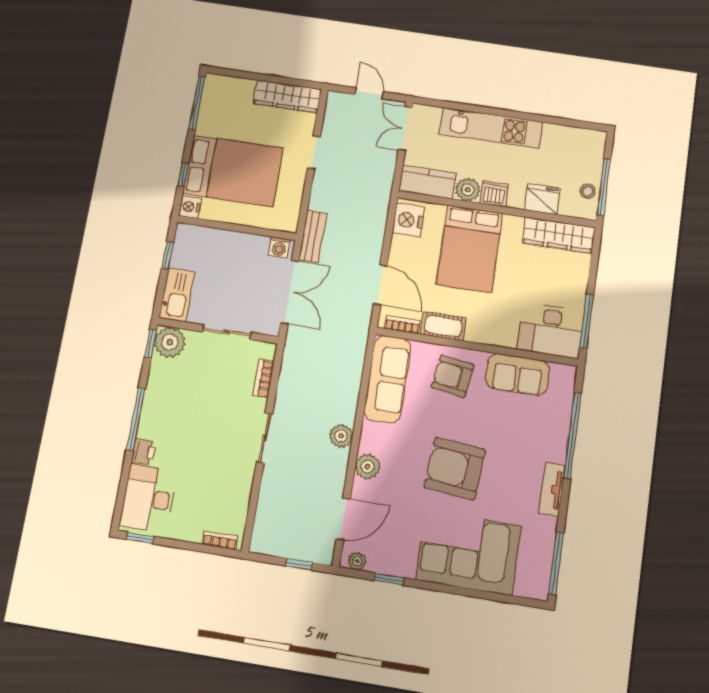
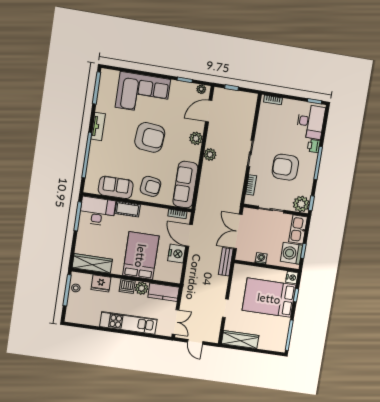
nightstand: (408, 220) -> (177, 254), moved
washing machine: (279, 247) -> (261, 258), moved
washing machine: (190, 251) -> (291, 253), added
cot: (443, 326) -> (128, 209), moved
armchair: (199, 412) -> (285, 167), added

